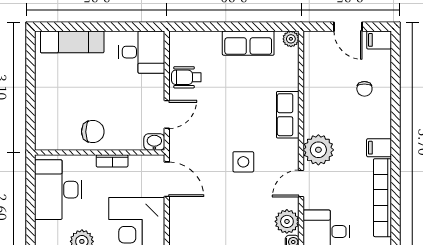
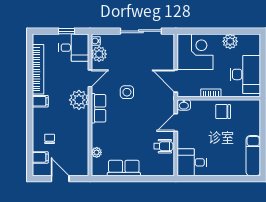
plant: (291, 39) -> (97, 152), moved
filing cabinet: (379, 40) -> (40, 157), moved
exam couch: (72, 42) -> (253, 156), moved, turned -90
row of seats: (288, 115) -> (99, 108), moved

